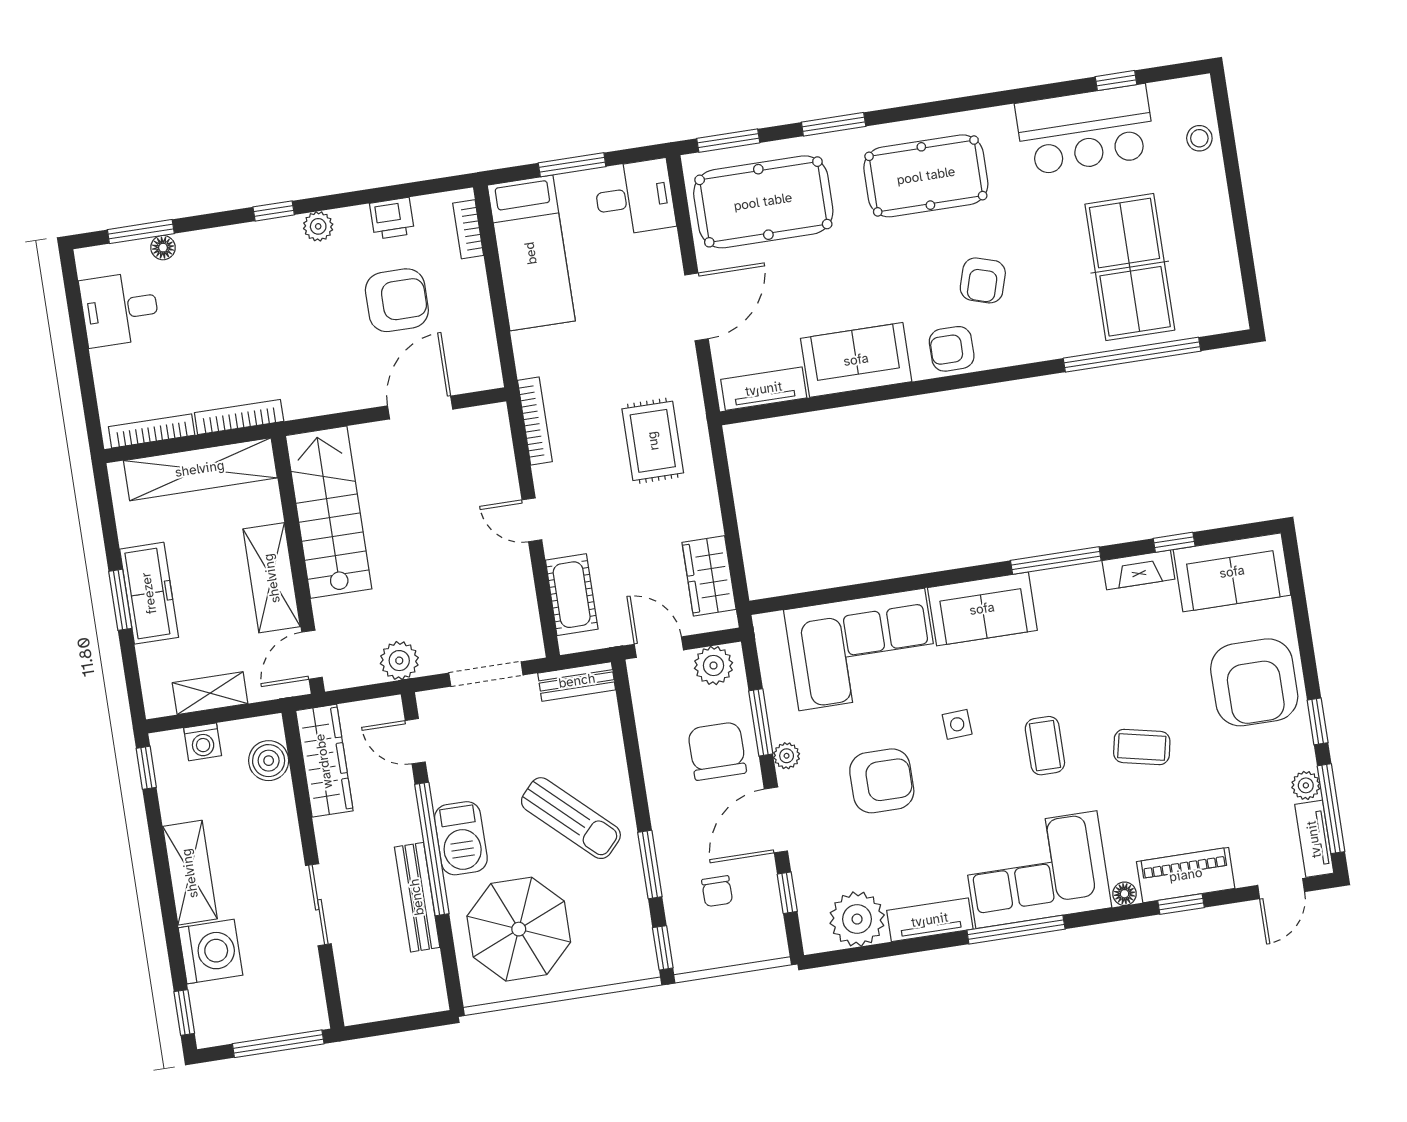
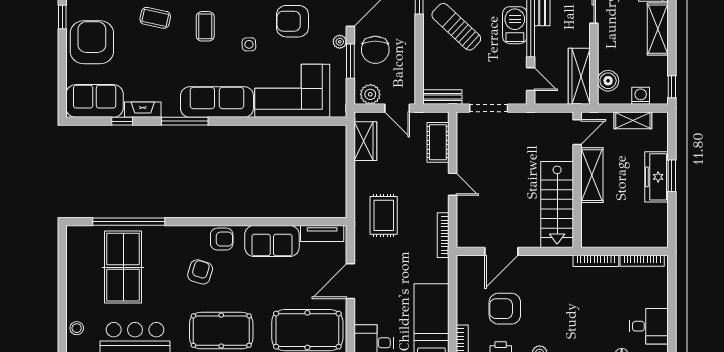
shelving: (200, 469) -> (620, 237), removed
sofa: (982, 609) -> (217, 102), width x1.36
plant: (399, 661) -> (532, 122), removed

